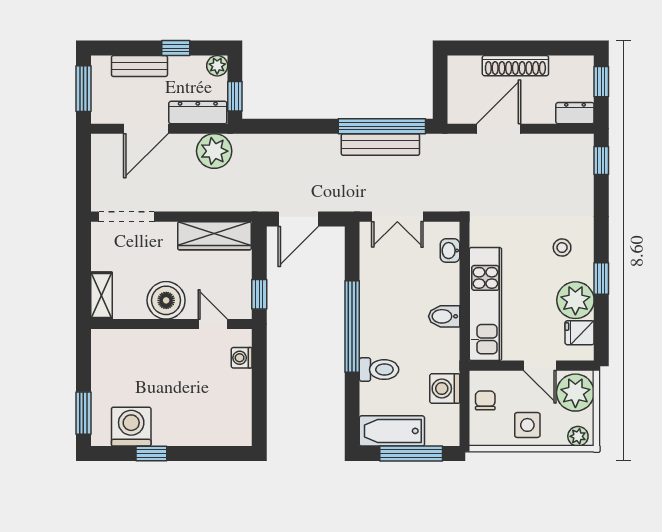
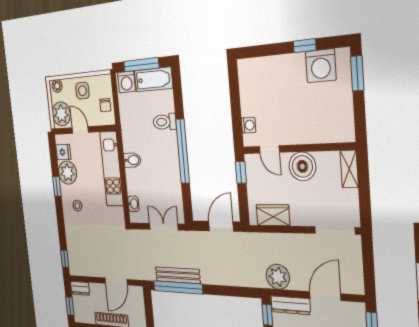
wardrobe: (214, 236) -> (273, 215), width x0.67
washing machine: (445, 388) -> (126, 82), moved, turned 90

